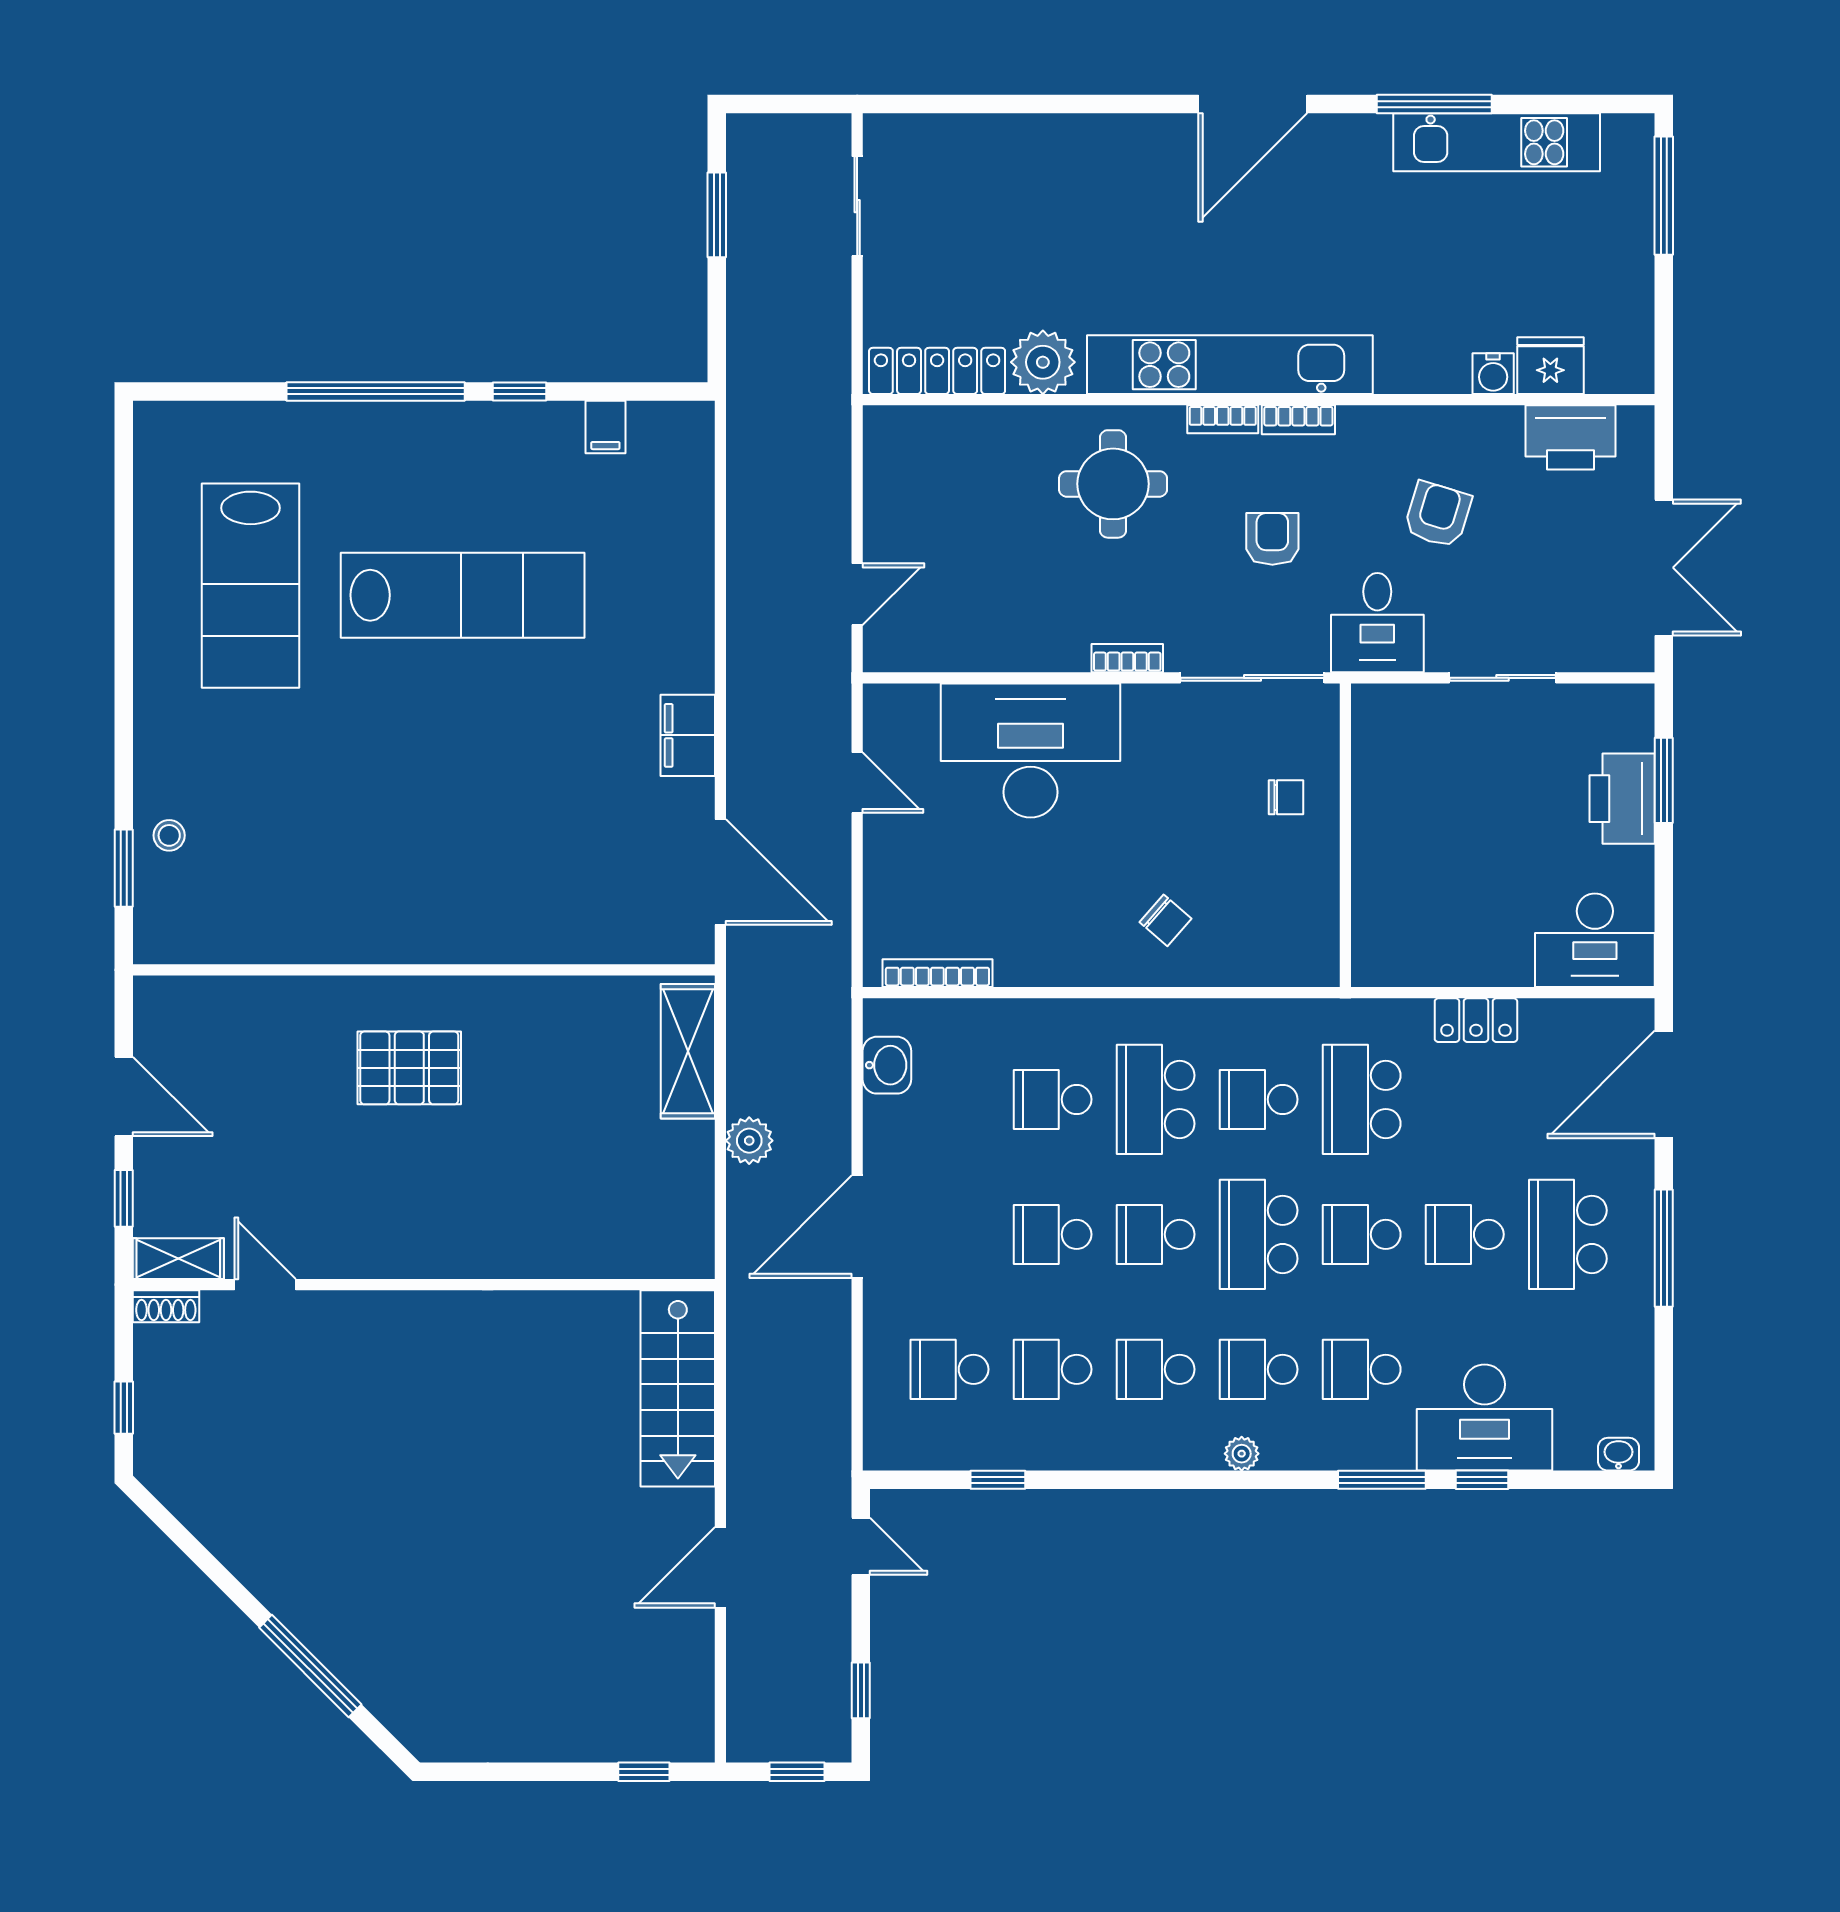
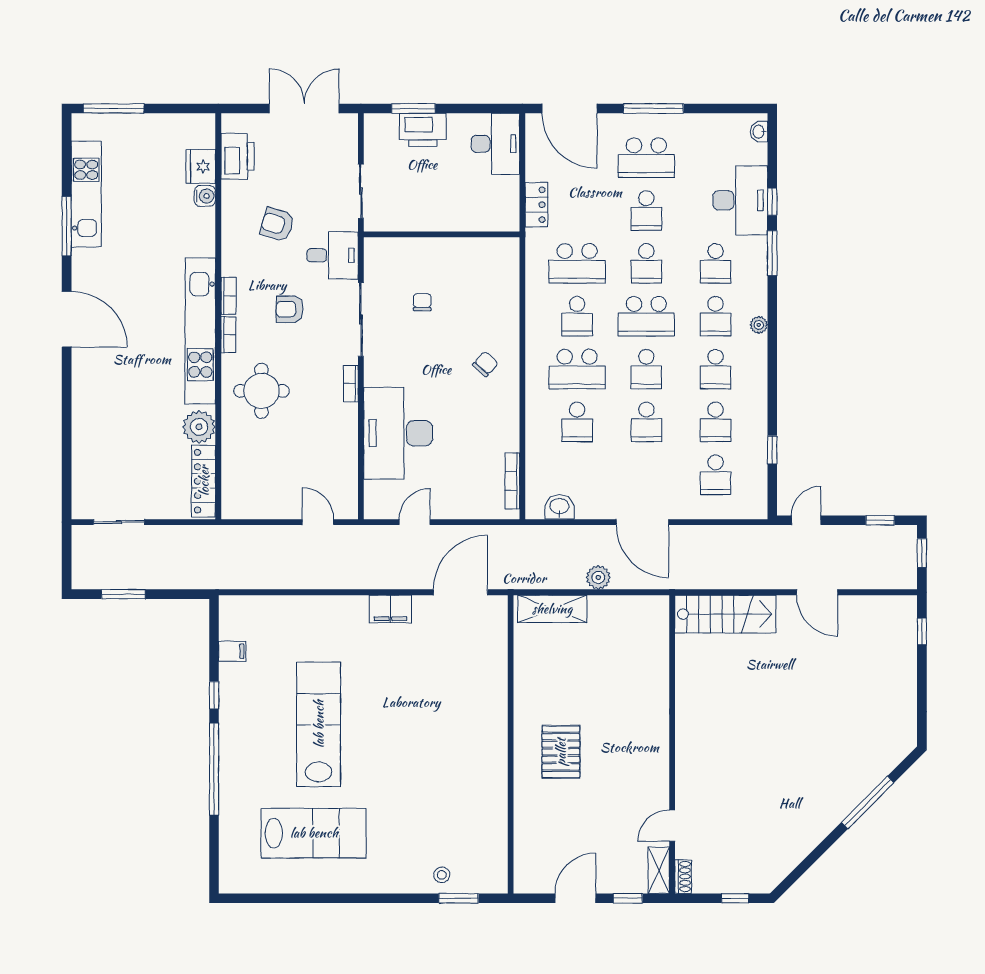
wall: (1345, 835) -> (442, 234), moved

